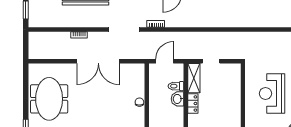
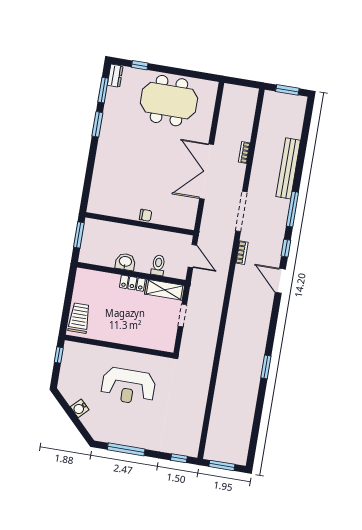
reception desk: (272, 93) -> (128, 386), turned 180
washbasin: (178, 99) -> (125, 262), moved

